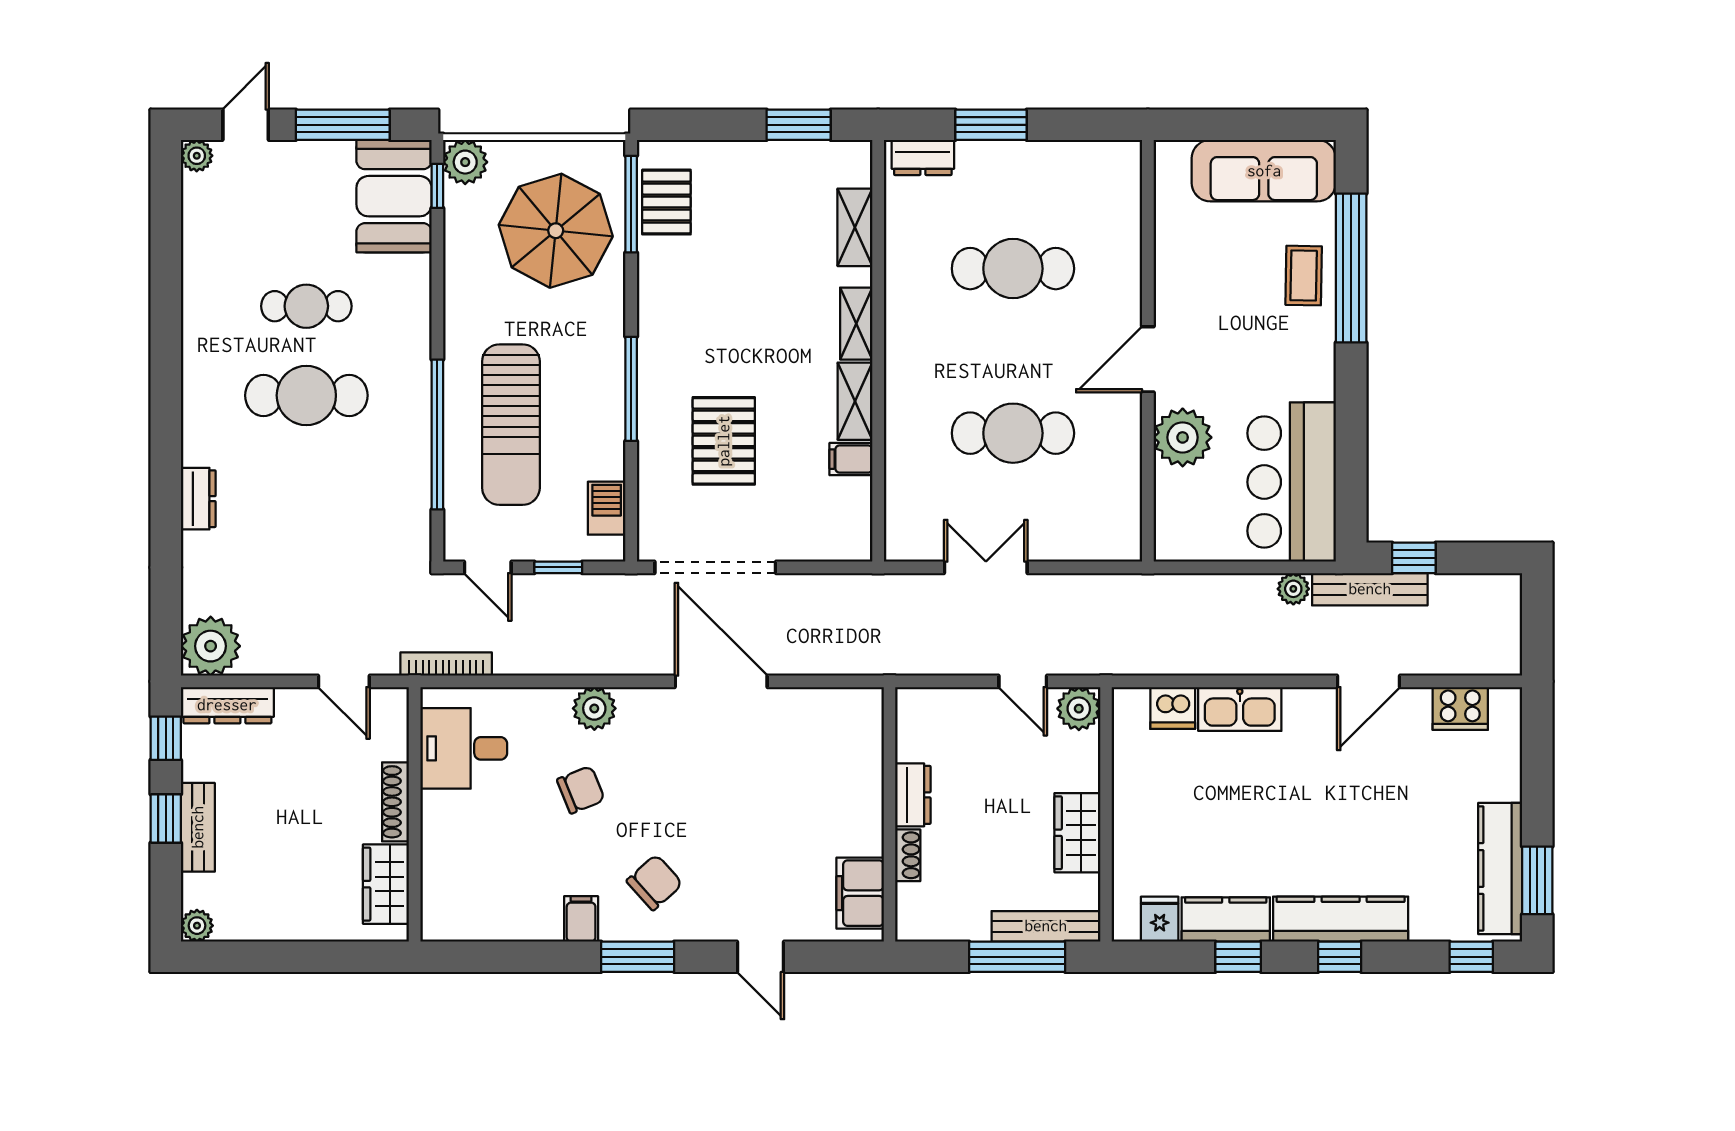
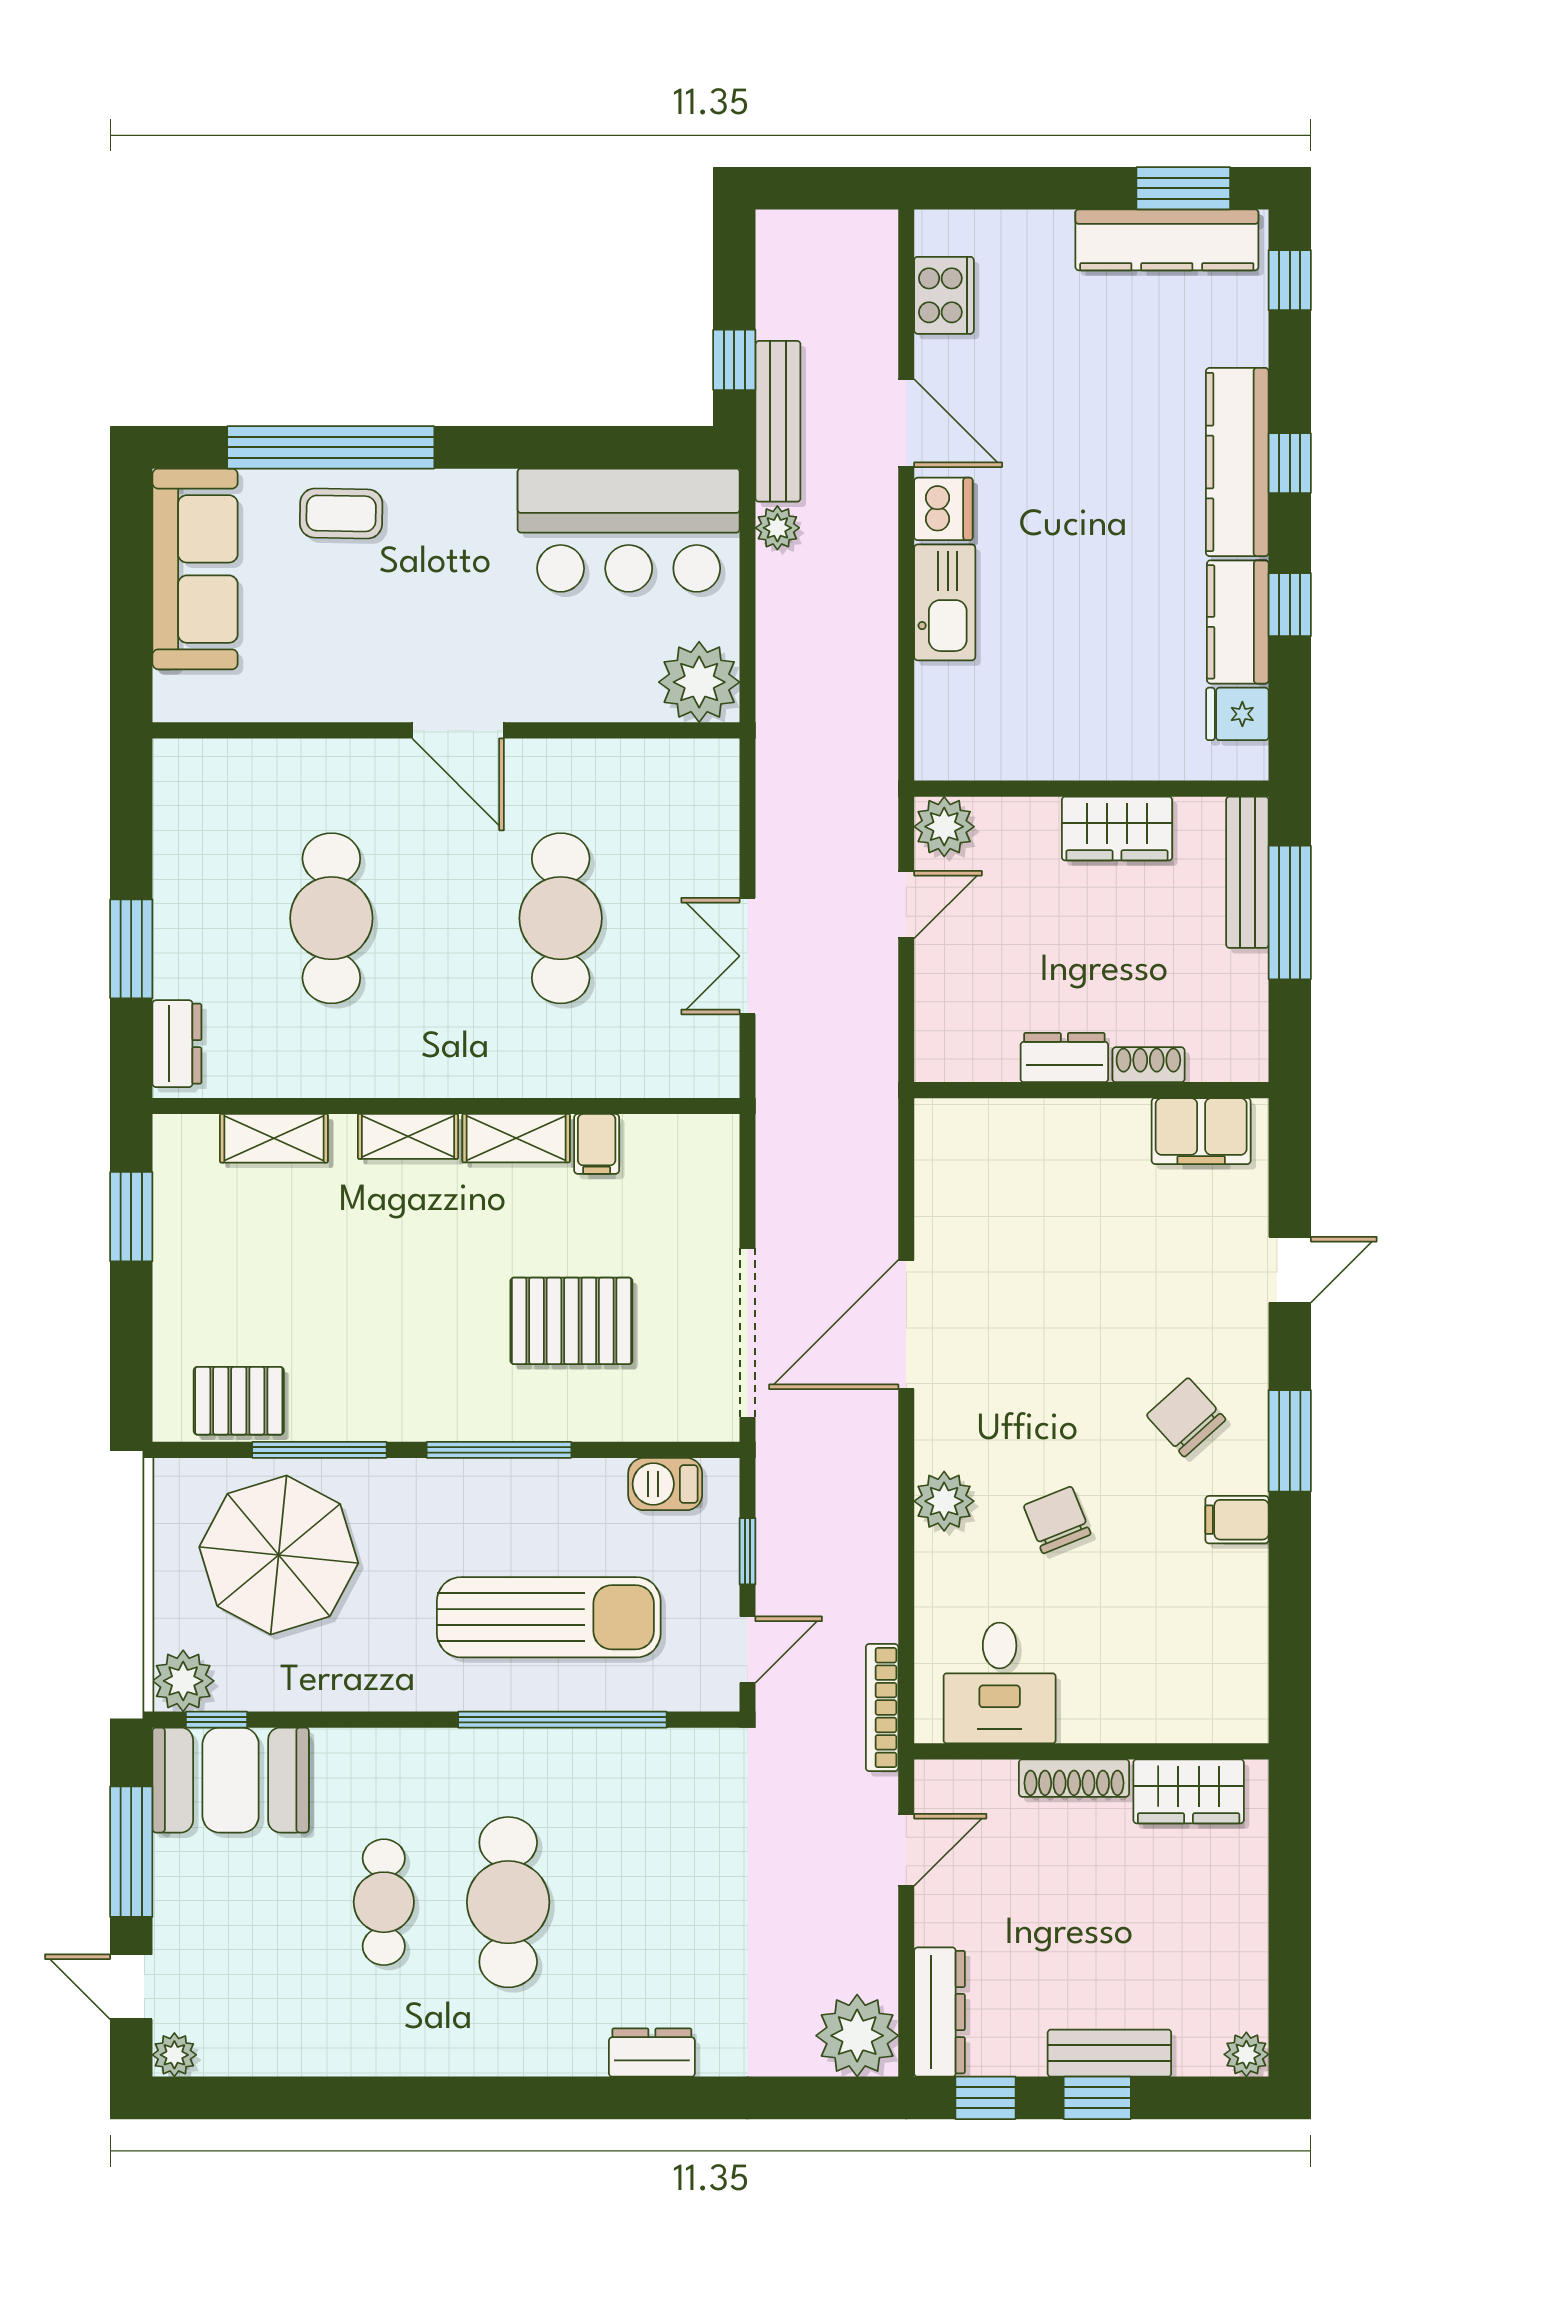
window: (631, 204) -> (319, 1450), moved
plant: (1183, 437) -> (699, 682), moved
dishwasher: (1173, 708) -> (943, 509), moved

